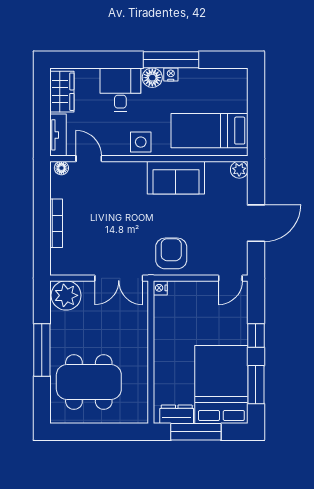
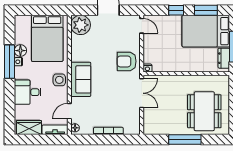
floor lamp: (152, 78) -> (20, 51), moved
bed: (209, 131) -> (47, 38), width x1.50
plant: (239, 170) -> (81, 25), width x1.88, depth x1.88
sofa: (176, 178) -> (81, 79), moved
plant: (66, 295) -> (152, 125), removed

